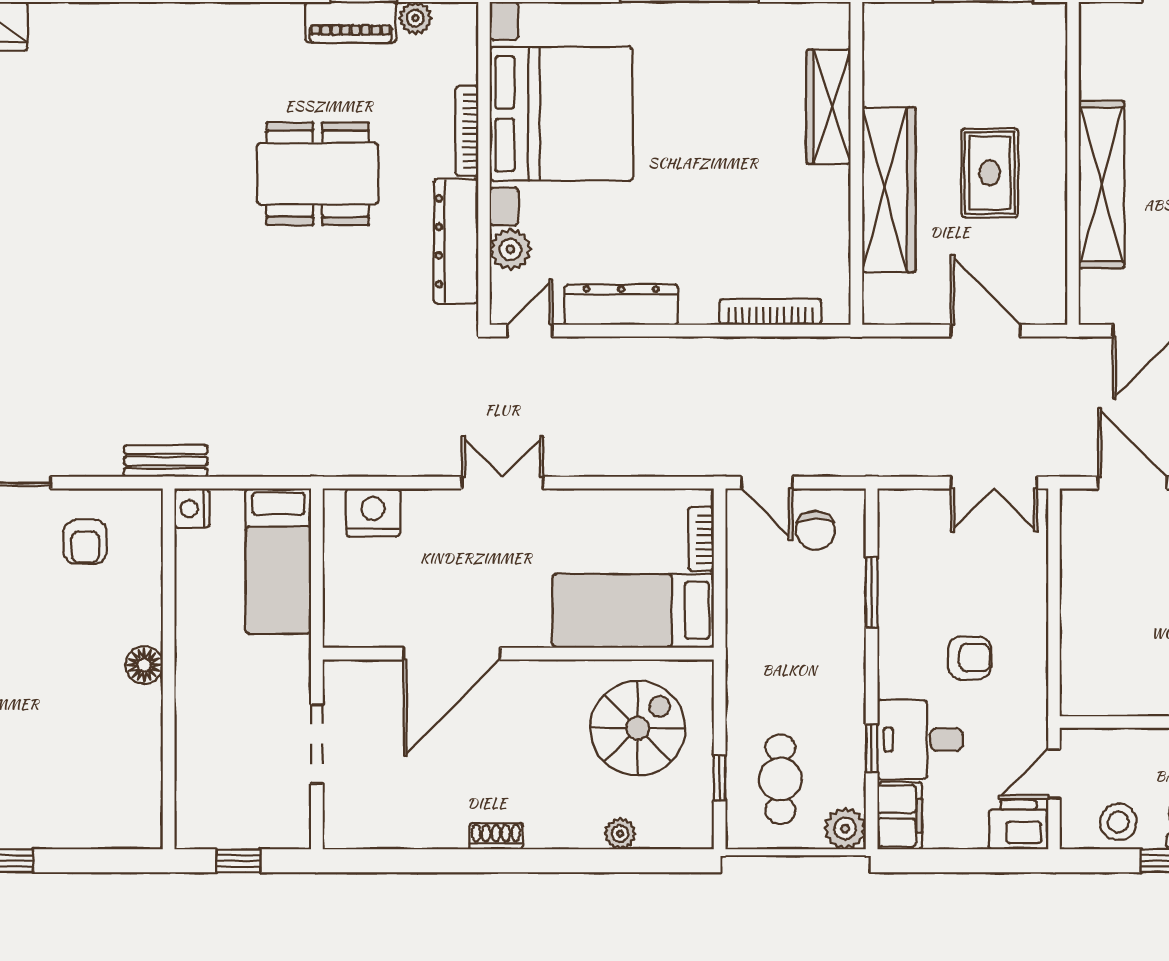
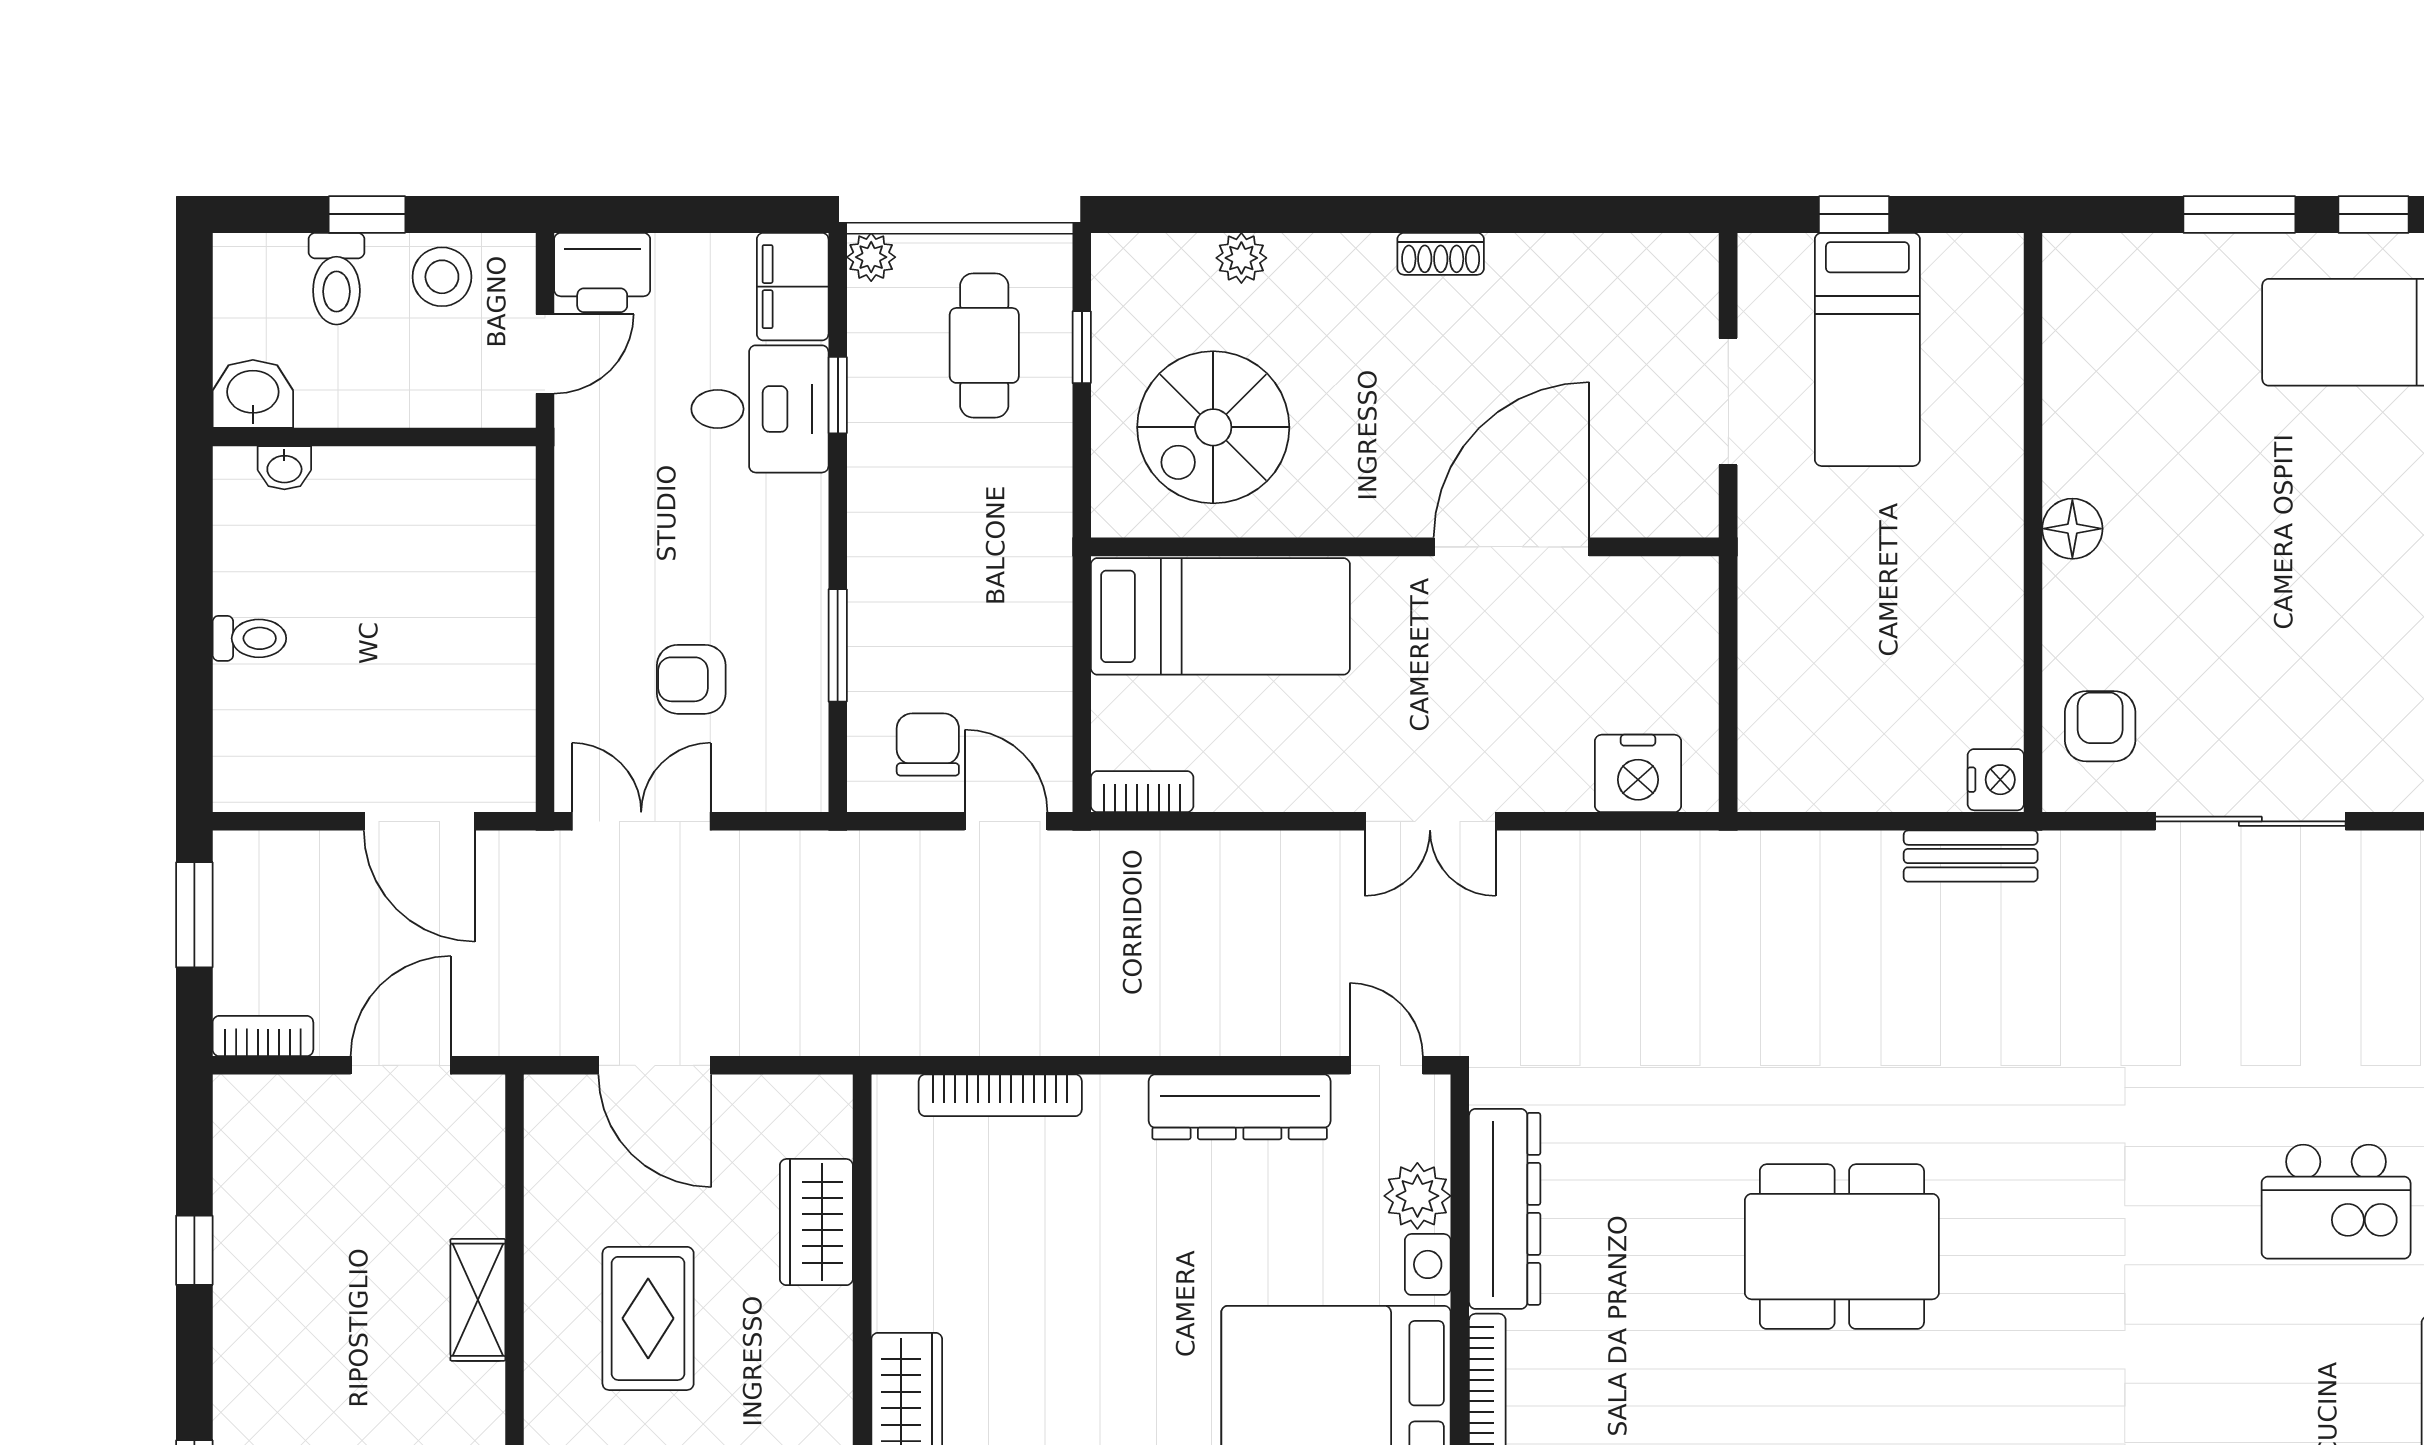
dining table: (318, 174) -> (1842, 1247), moved
shelving: (1101, 185) -> (478, 1300), width x0.45, depth x0.75
wardrobe: (889, 190) -> (816, 1222), width x0.48, depth x0.85
door: (530, 331) -> (1386, 1065), swing flipped
nightstand: (192, 509) -> (1996, 780), moved
bookcase: (701, 539) -> (1142, 792), moved, turned -90
bed: (278, 561) -> (1867, 349), moved, turned 180
armchair: (970, 658) -> (691, 679), moved
floor lamp: (144, 665) -> (2072, 529), moved
wall: (169, 669) -> (2033, 522), moved
plant: (845, 829) -> (871, 257), width x0.73, depth x0.73

